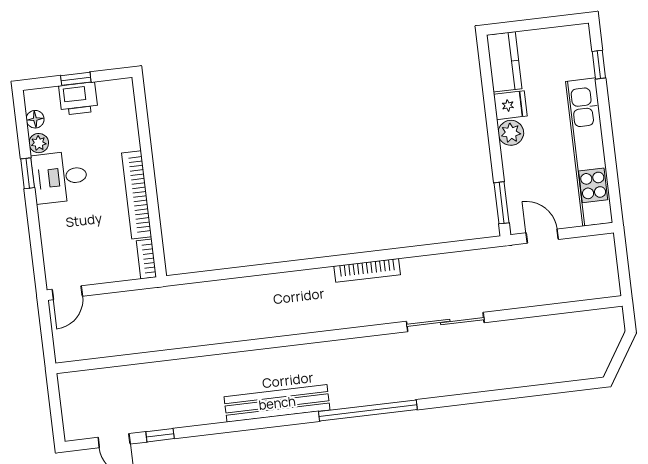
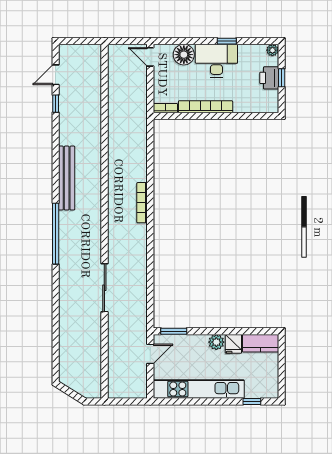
floor lamp: (35, 119) -> (184, 55), moved, width x1.89, depth x1.89
plant: (39, 143) -> (272, 50), moved
desk: (60, 177) -> (216, 61), width x1.37
bookcase: (367, 270) -> (142, 203), moved

